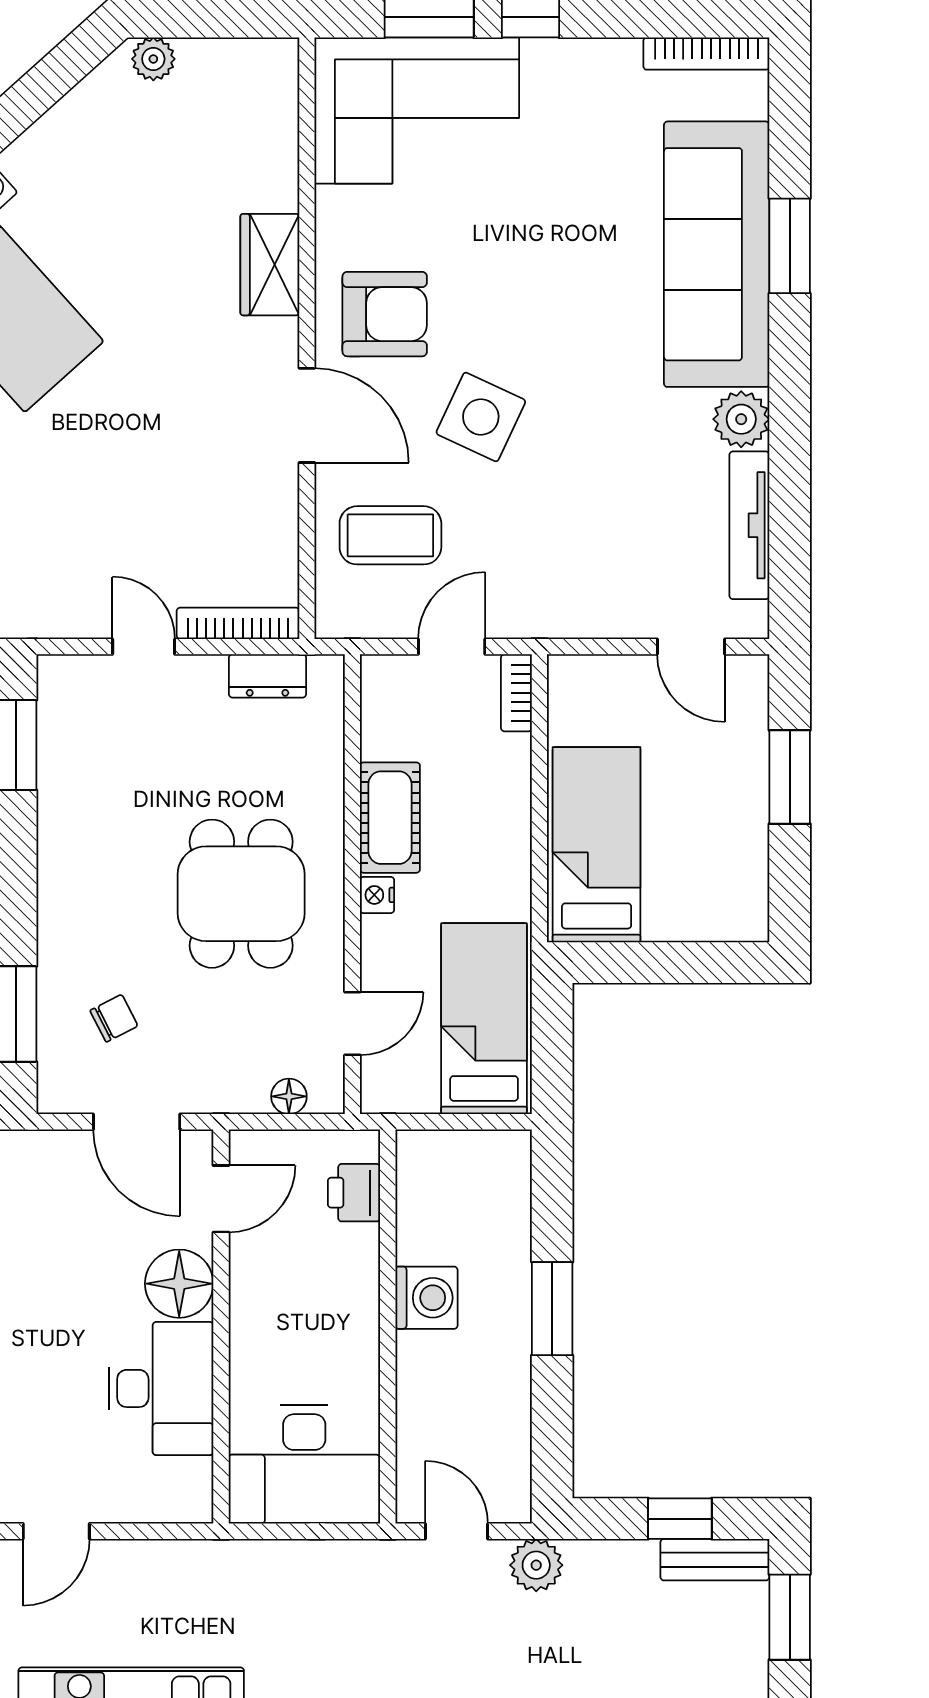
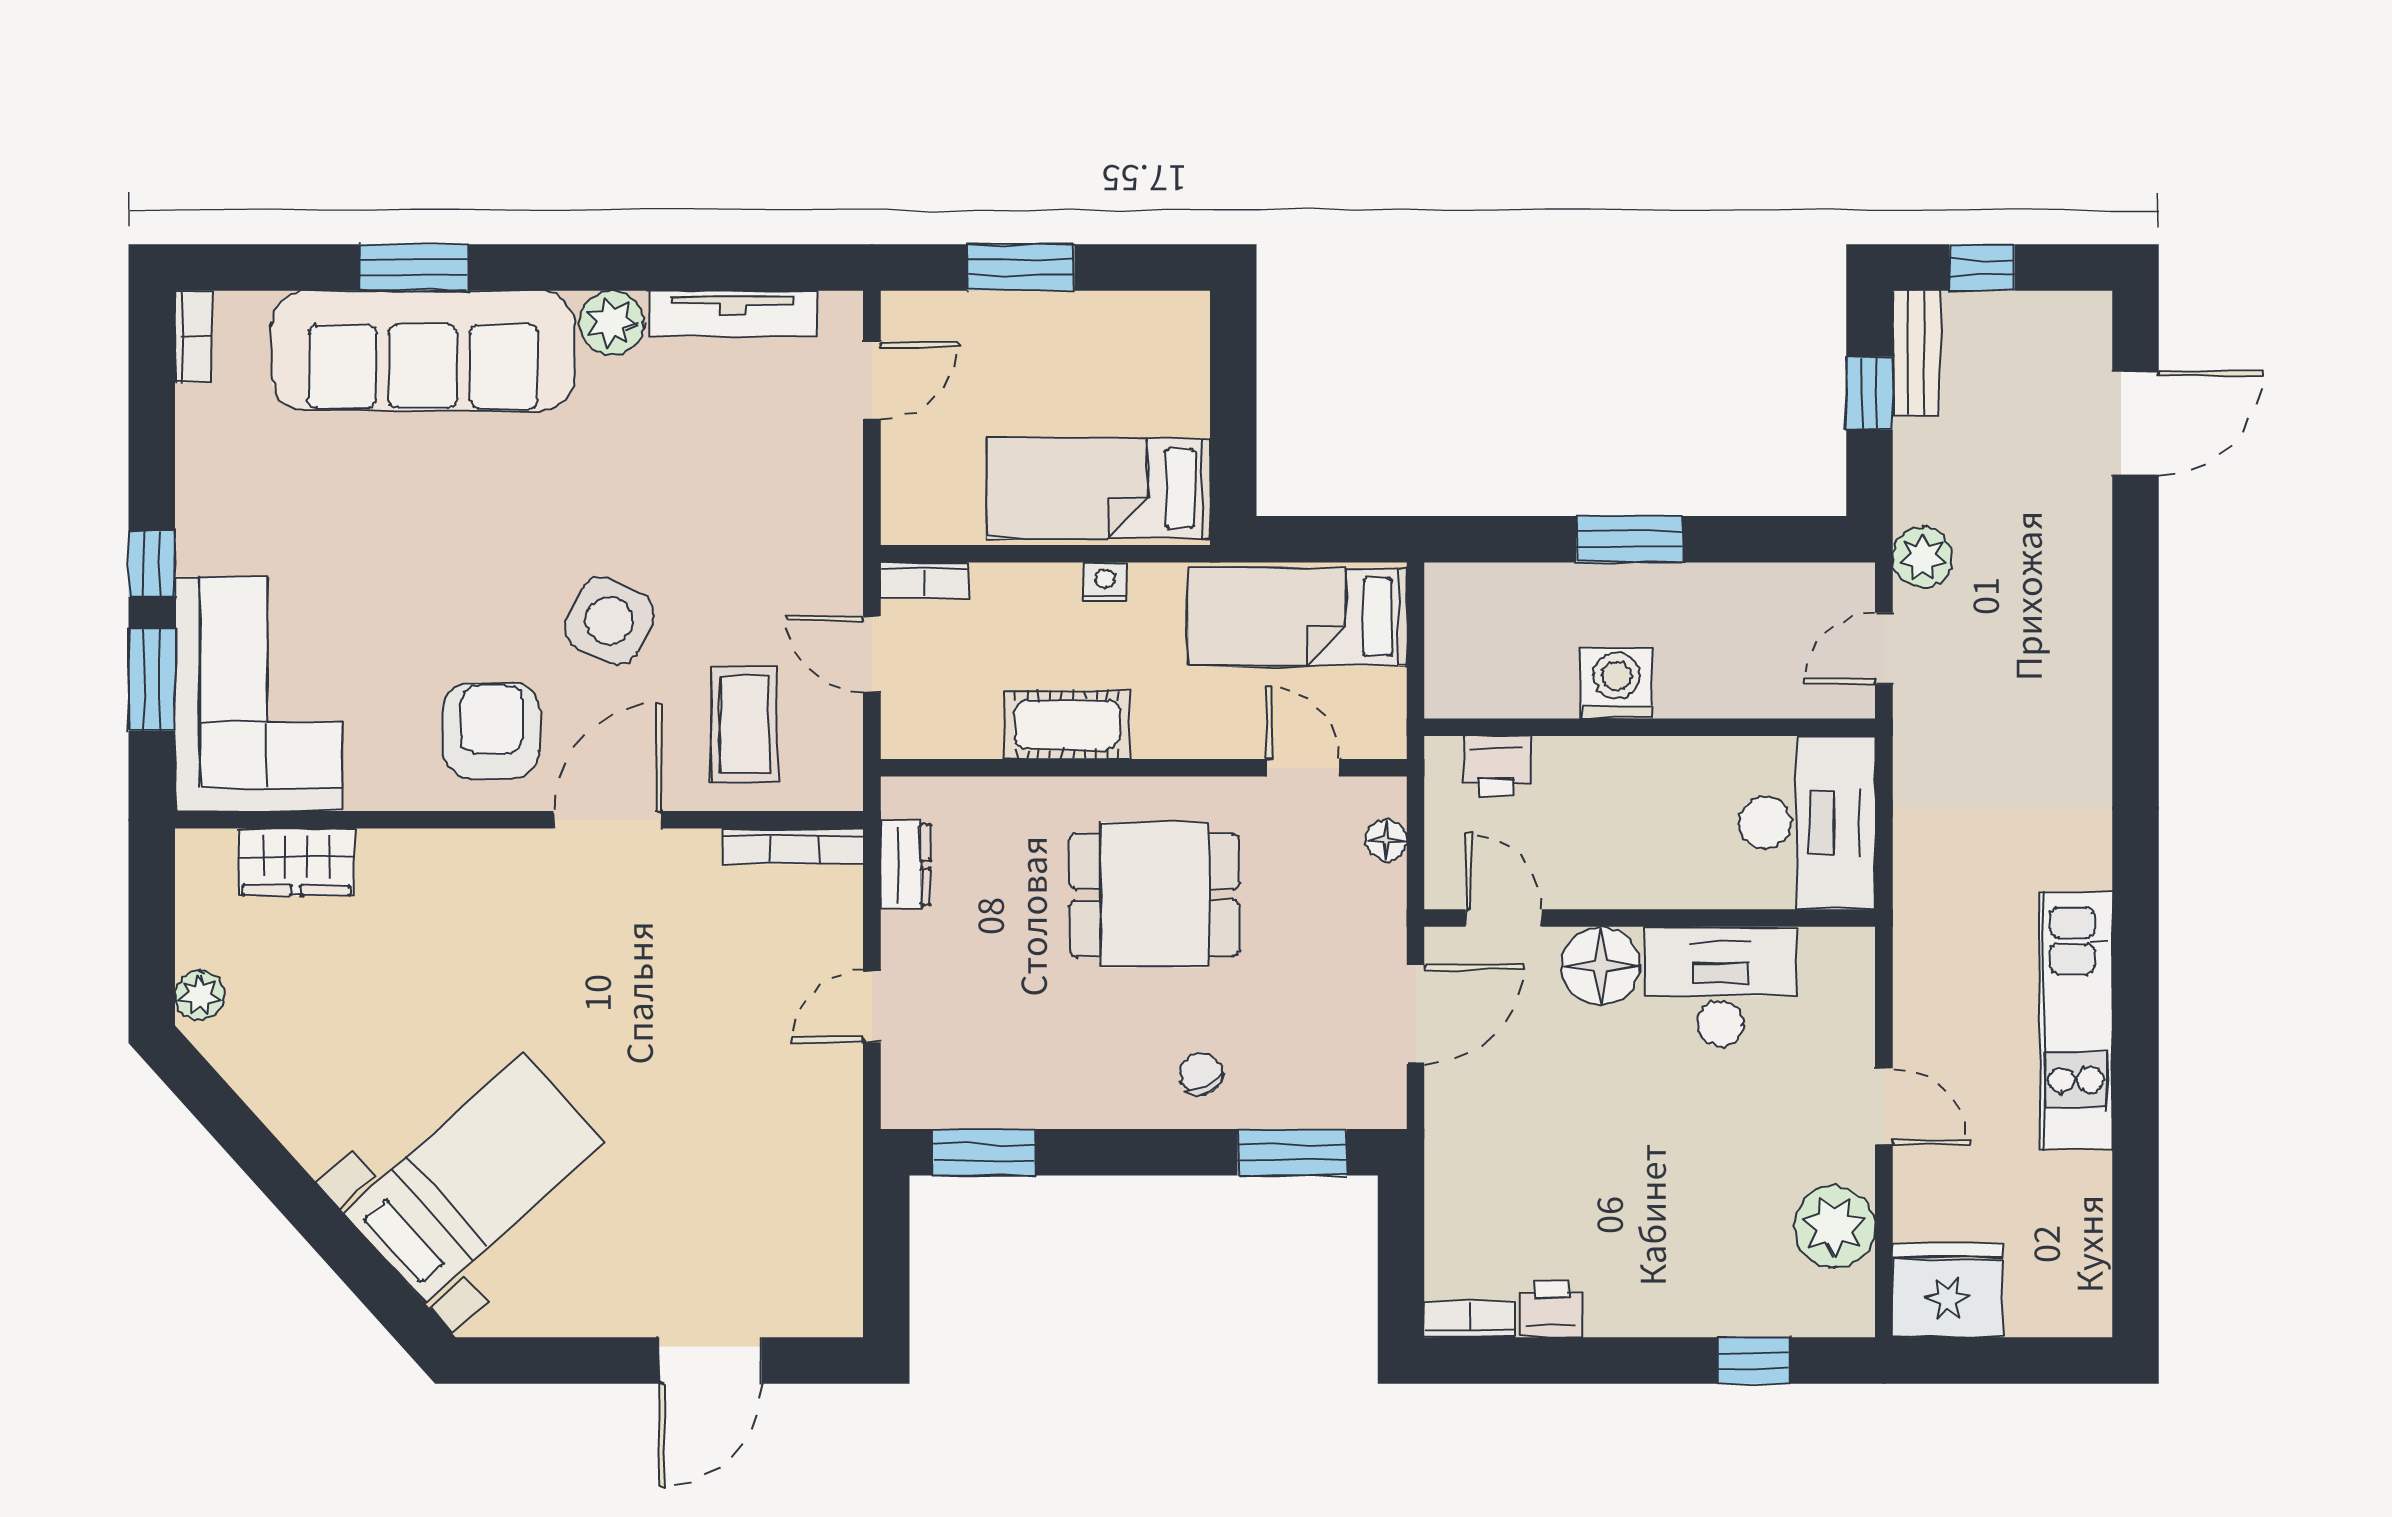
bookcase: (706, 54) -> (193, 337), width x0.64
wardrobe: (270, 265) -> (296, 862), moved
bookcase: (238, 623) -> (793, 846), moved, turned -90
nightstand: (377, 895) -> (1105, 582), moved, turned 180
chair: (114, 1018) -> (1201, 1074), moved
window: (790, 1617) -> (1982, 267), width x0.67

